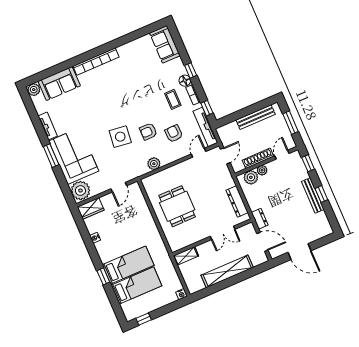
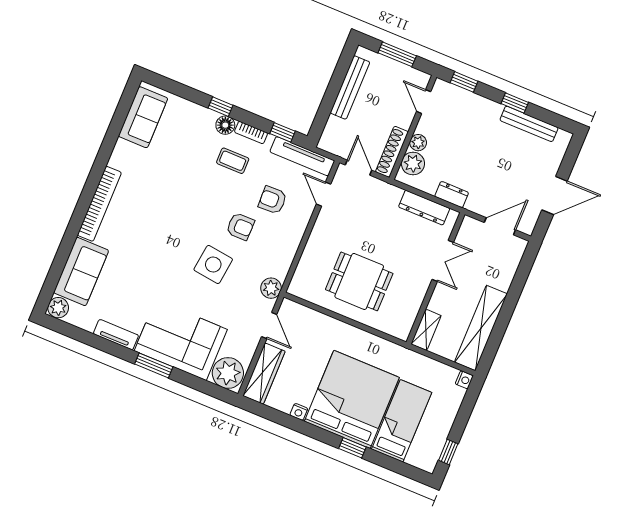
sofa: (165, 44) -> (143, 117), moved, turned -90
armchair: (148, 131) -> (240, 226), turned -90
shoe rack: (258, 158) -> (392, 152), moved
plant: (154, 164) -> (271, 288), moved
bench: (313, 195) -> (529, 124), moved
wardrobe: (91, 208) -> (264, 373), width x1.50
dresser: (260, 219) -> (452, 194), moved
bed: (128, 265) -> (352, 399), width x2.04
shelving: (227, 271) -> (481, 328), moved

